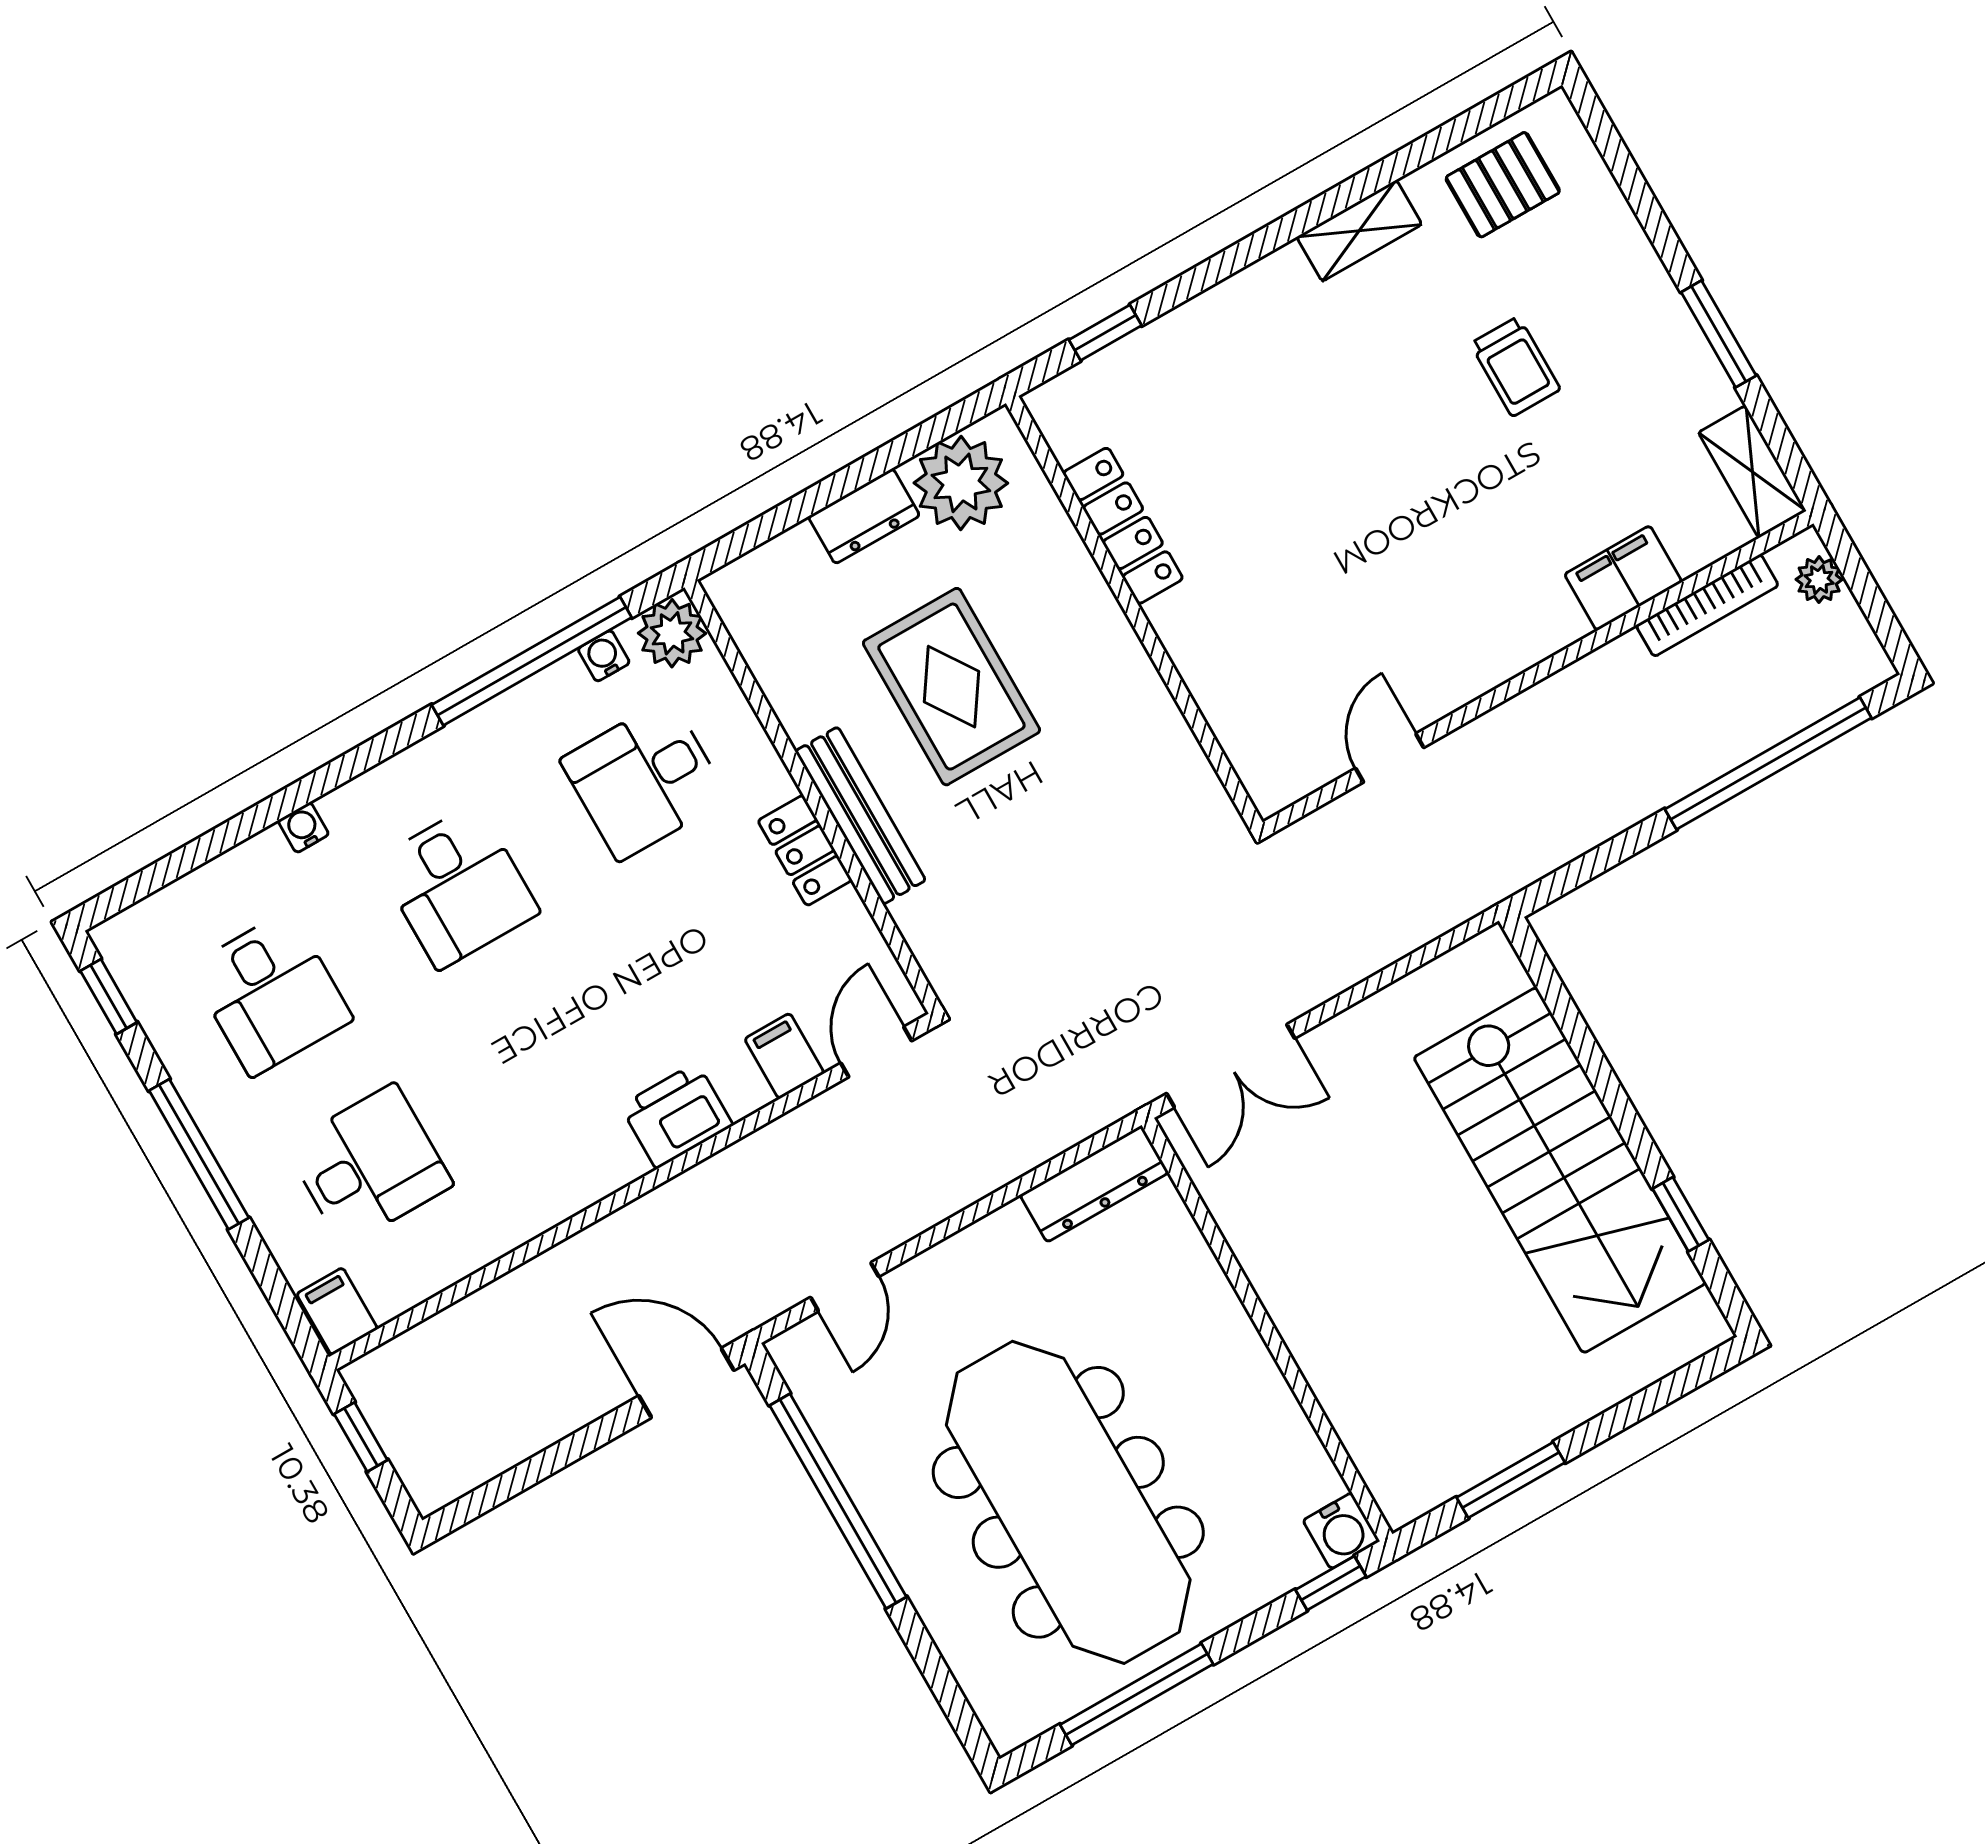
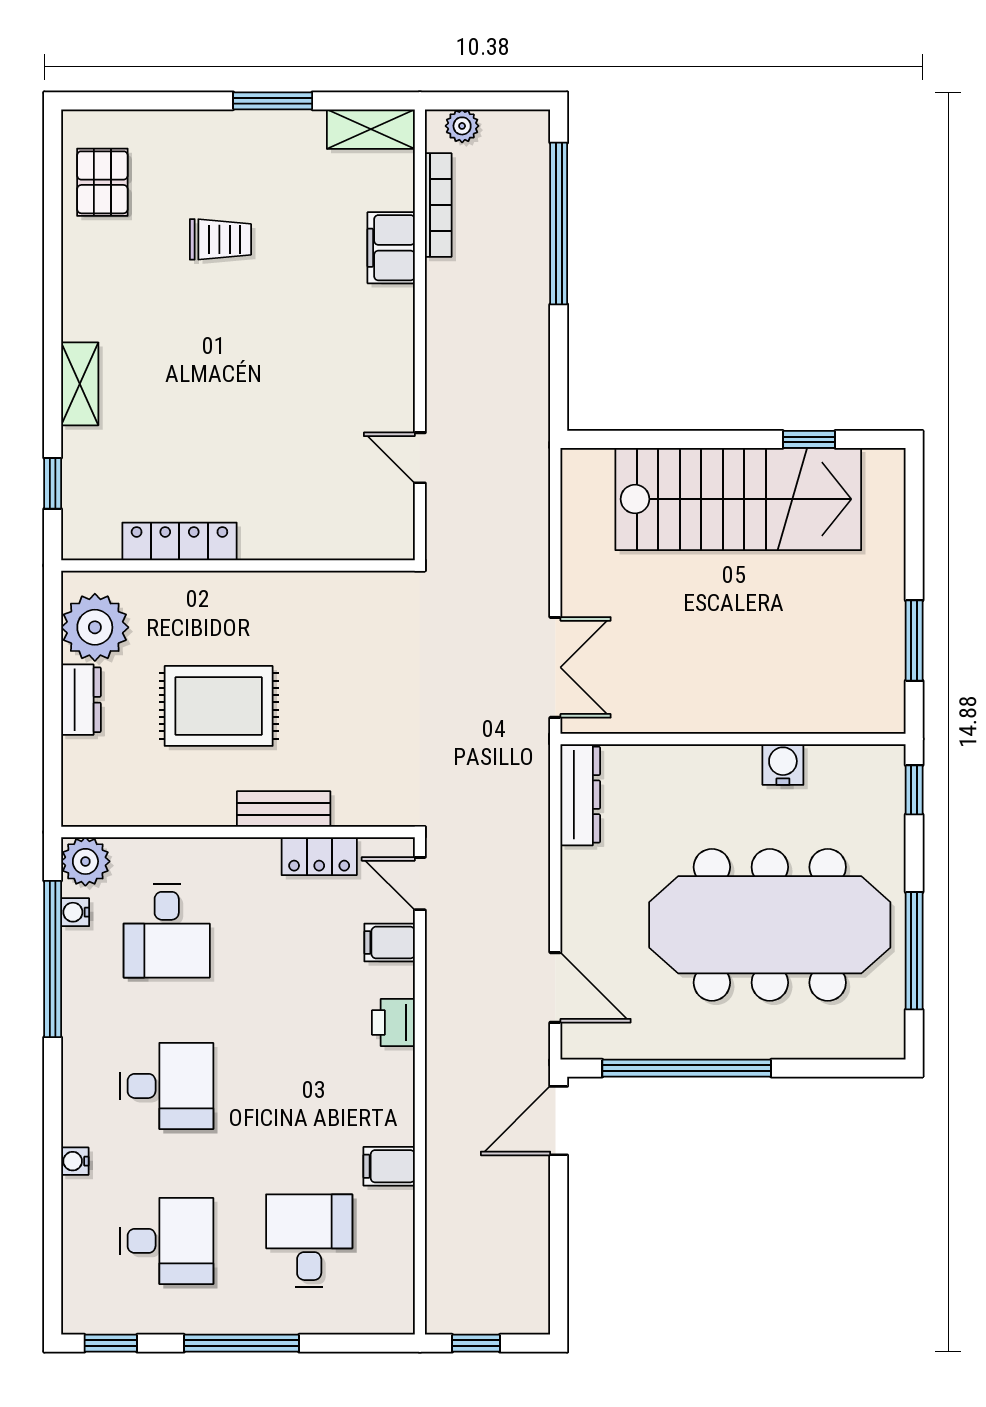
shelving: (1359, 231) -> (80, 384), moved
bench: (860, 816) -> (284, 809), width x0.73
locker: (805, 850) -> (319, 856), moved
printer: (677, 1116) -> (393, 1023), width x0.73, depth x0.81
door: (845, 1287) -> (555, 987), width x1.38
filing cabinet: (337, 1311) -> (389, 1166), moved
water cooler: (1341, 1531) -> (783, 764), moved, turned -90

